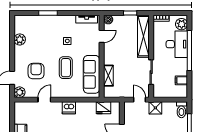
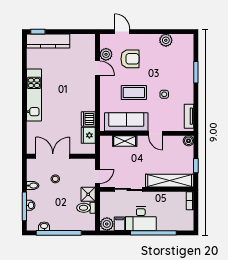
plant: (182, 24) -> (107, 224), moved
door: (102, 36) -> (155, 133), moved
desk: (177, 44) -> (141, 219), moved
plant: (20, 92) -> (106, 54), moved
dishwasher: (69, 108) -> (88, 119), moved
toilet: (181, 110) -> (86, 208), moved

